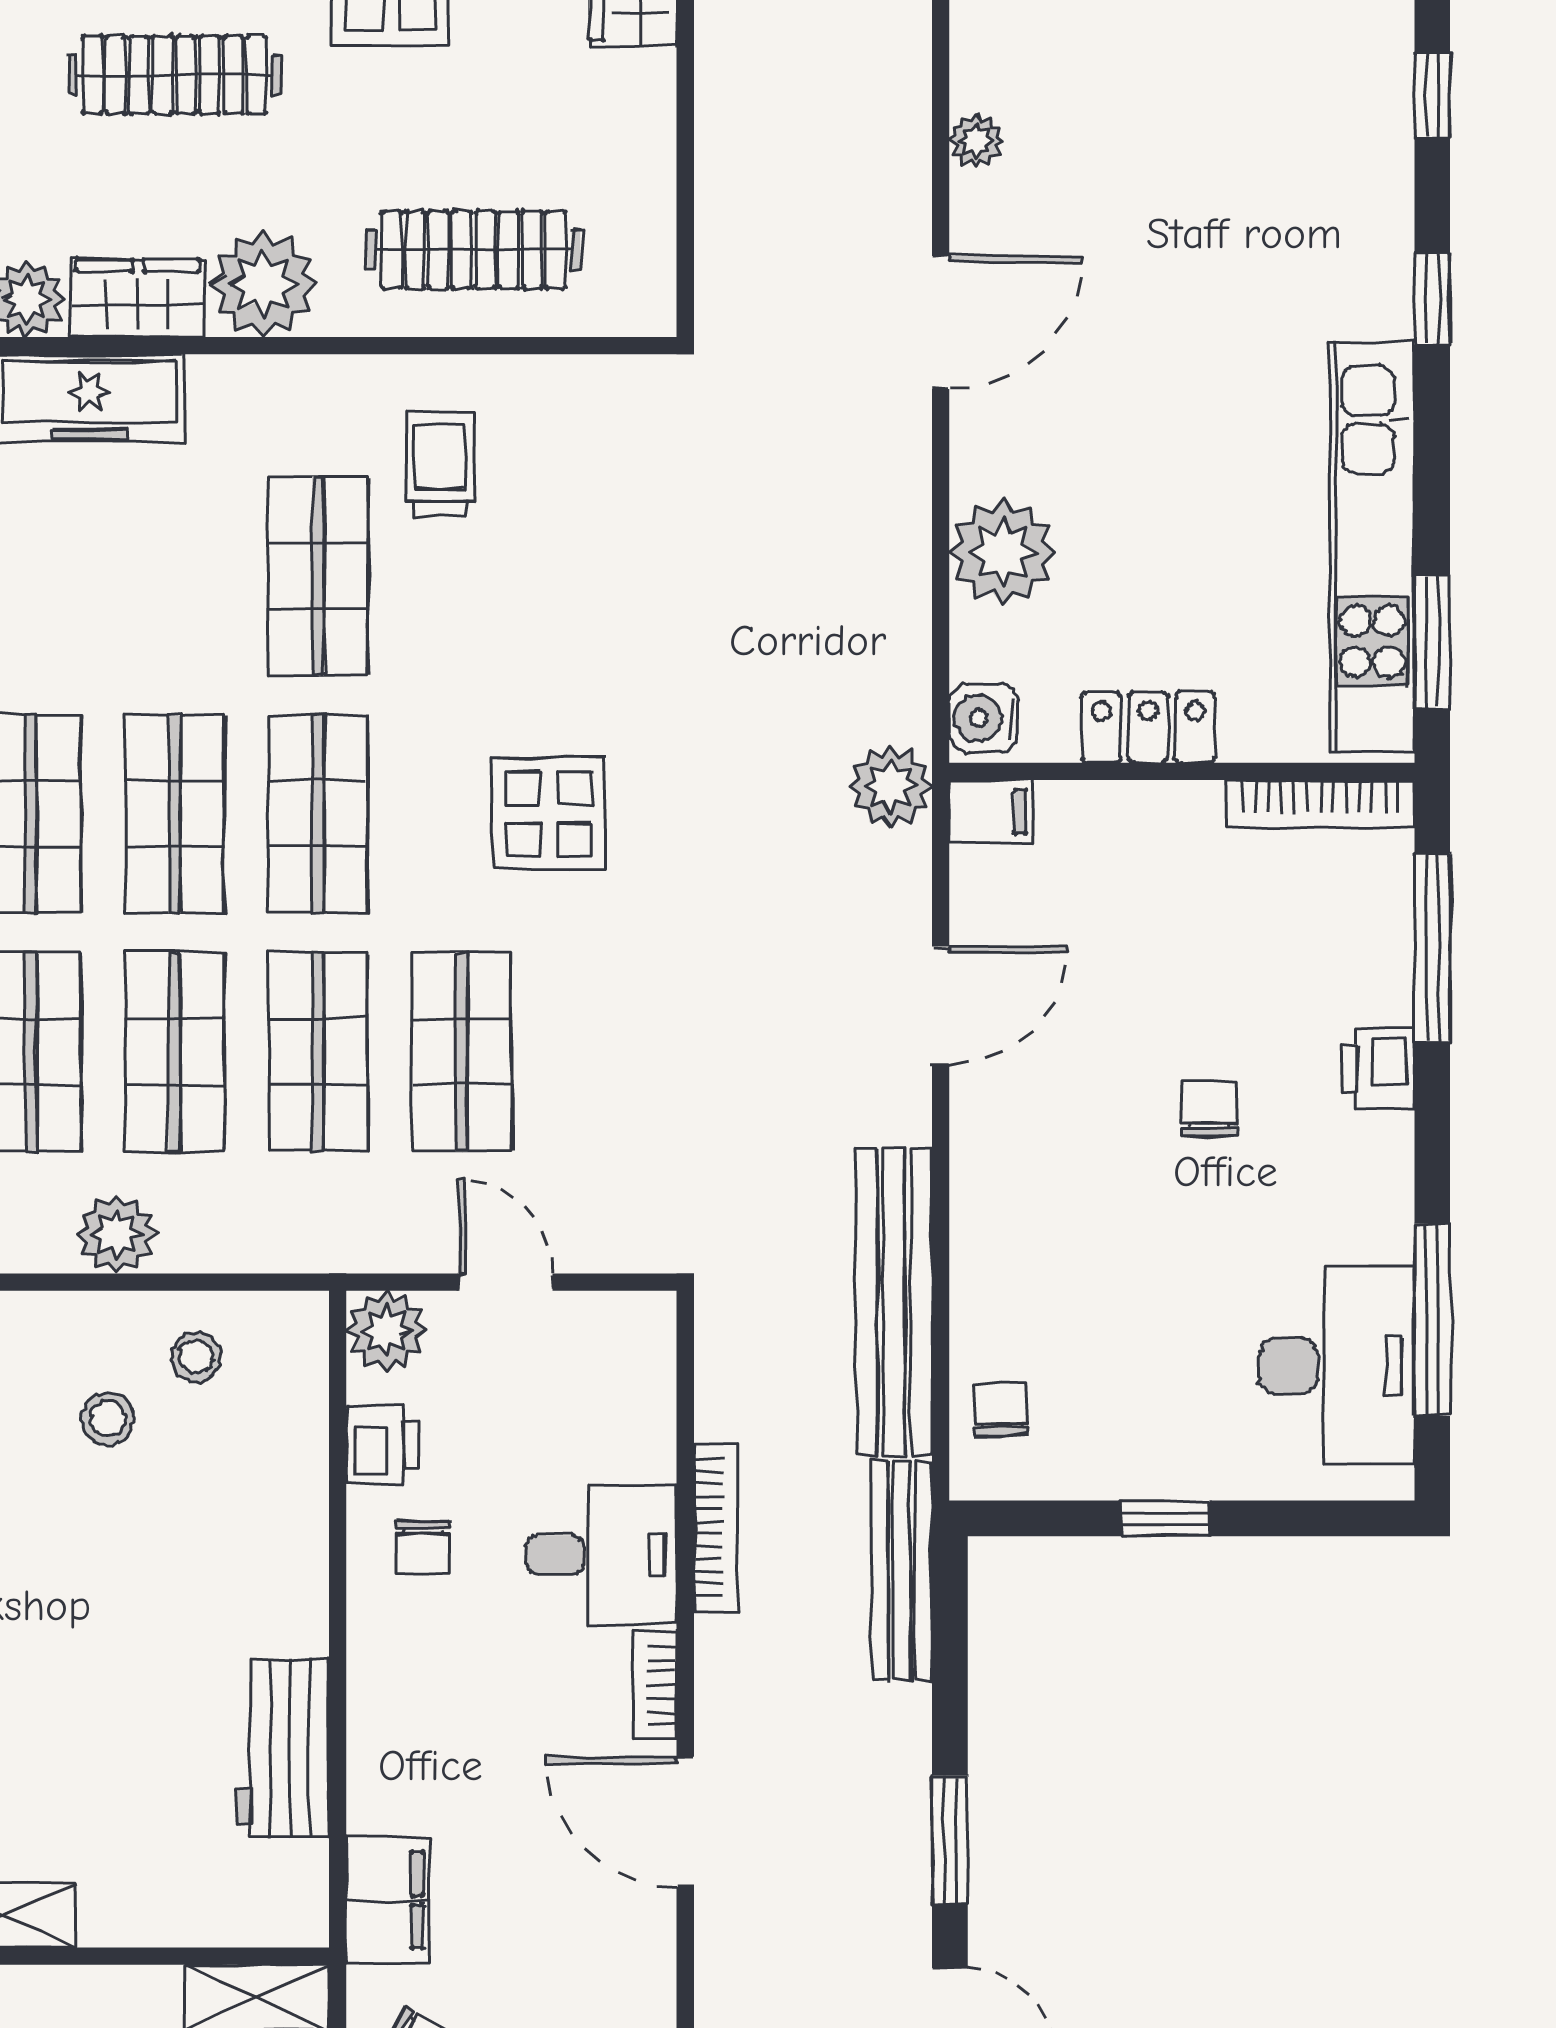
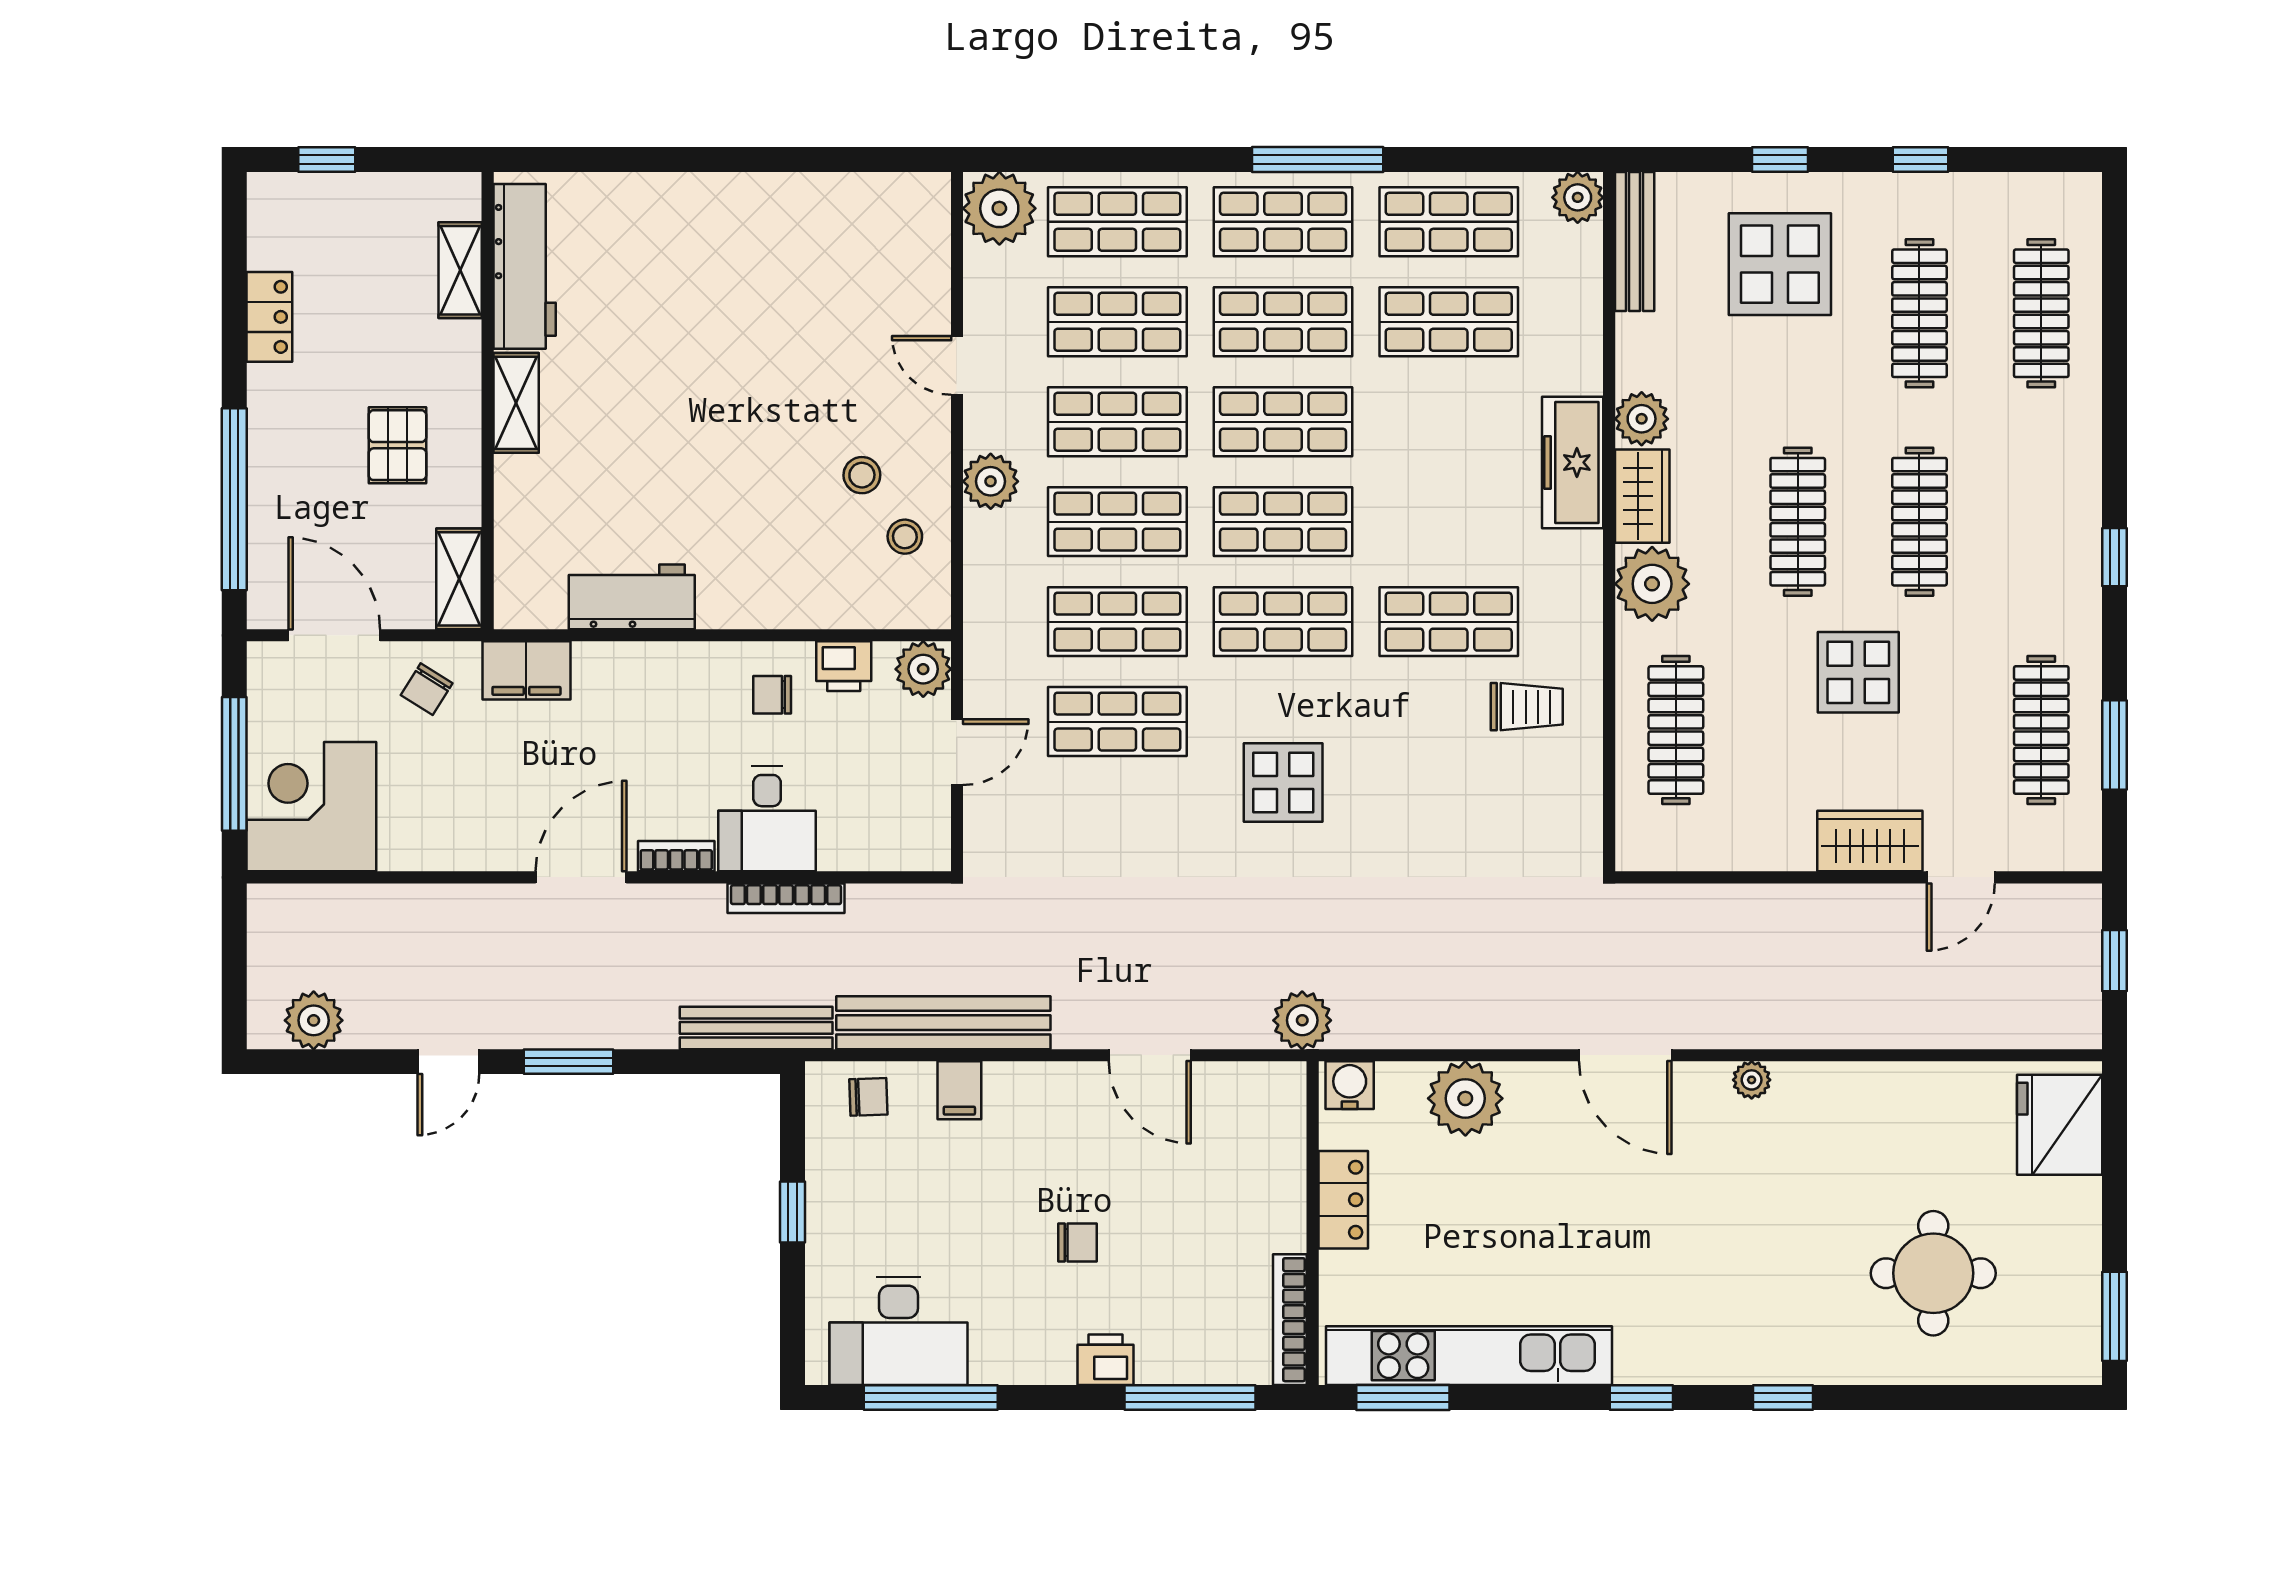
filing cabinet: (991, 811) -> (959, 1090), moved

